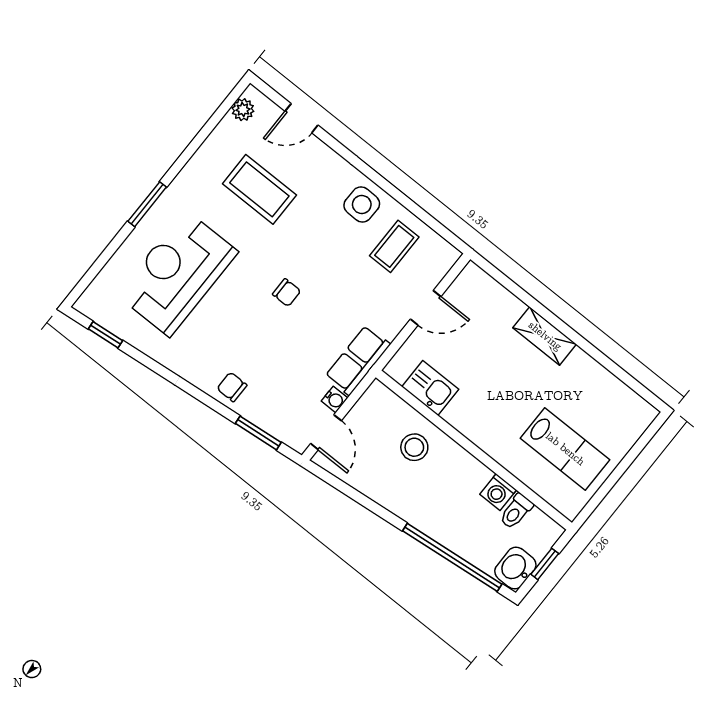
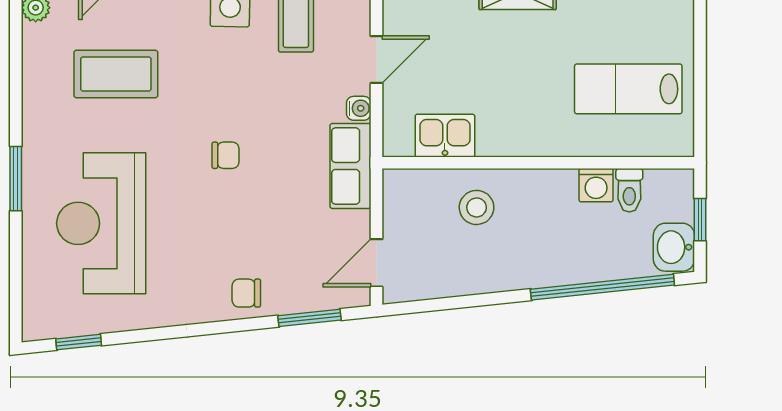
water cooler: (335, 399) -> (359, 108), moved
door: (326, 432) -> (376, 263), swing flipped
lab bench: (565, 449) -> (628, 89), turned 180

